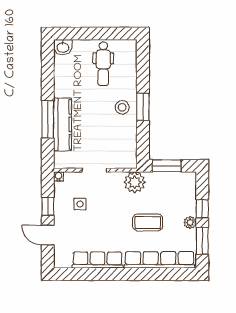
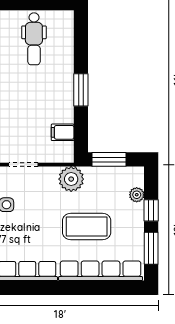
stool: (122, 107) -> (56, 90), removed
filing cabinet: (127, 143) -> (63, 132), added
coffee table: (148, 222) -> (87, 226), width x1.36, depth x1.32
plant: (190, 222) -> (137, 195), moved

